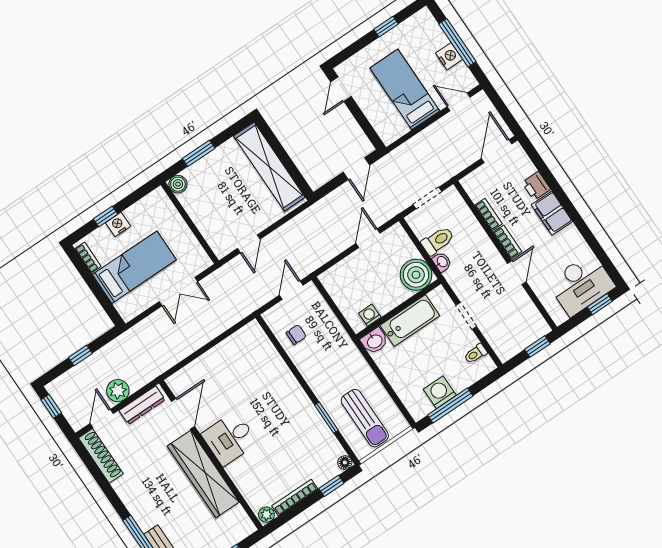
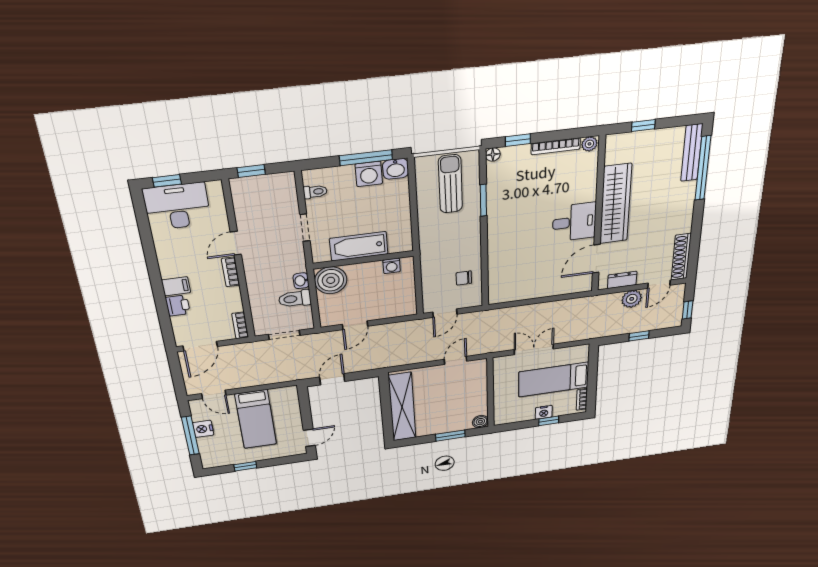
filing cabinet: (552, 213) -> (176, 286), width x0.50
bookcase: (488, 214) -> (240, 325), moved
washbasin: (374, 341) -> (396, 169), moved, turned 180
dresser: (142, 405) -> (622, 280), width x0.70

